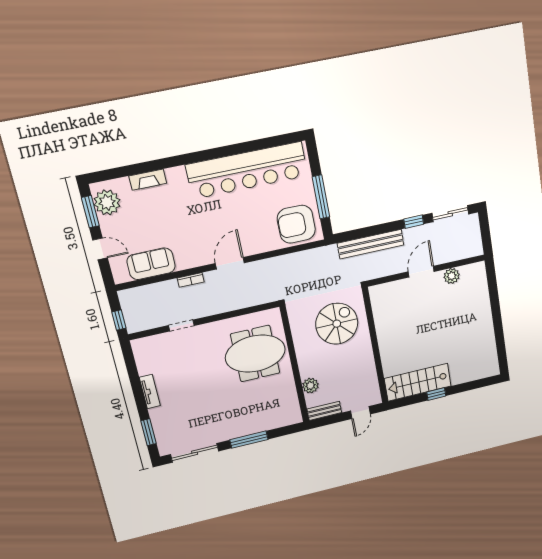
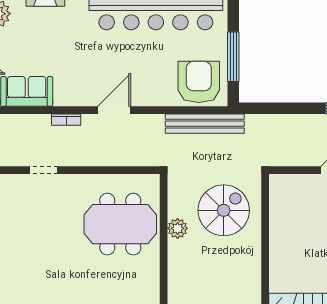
armchair: (296, 224) -> (199, 82), turned 90
bench: (371, 244) -> (205, 124), moved
plant: (310, 386) -> (178, 228), moved

